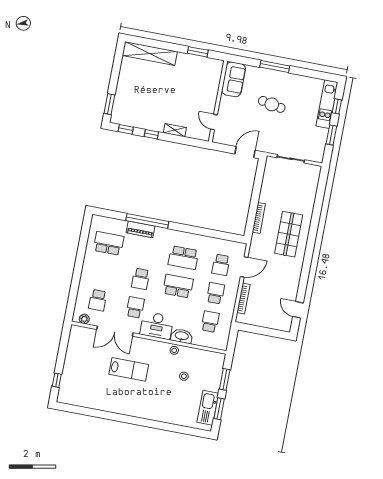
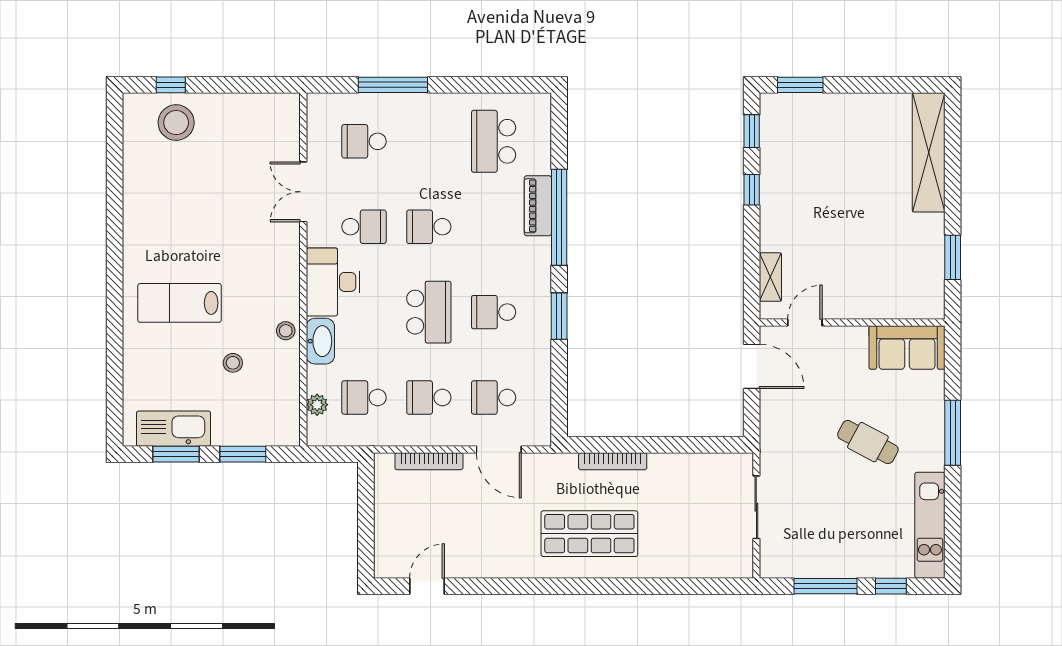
cafe table: (272, 104) -> (868, 442), turned -73
kitchen unit: (327, 104) -> (930, 525), moved, turned -90
shelving: (175, 130) -> (770, 277), moved
window: (331, 135) -> (826, 586), width x1.44
door: (245, 152) -> (752, 366), moved
window: (191, 229) -> (559, 316), added
school desk: (109, 243) -> (494, 141), turned 180
school desk: (183, 258) -> (494, 312), width x0.54
window: (75, 283) -> (393, 85), added
school desk: (215, 293) -> (429, 398), turned 180
plant: (84, 319) -> (317, 405), moved
school desk: (210, 322) -> (364, 398), turned 180
double door: (115, 331) -> (303, 192), width x0.73
lab bench: (129, 369) -> (180, 303), moved, turned 90
stool: (74, 381) -> (176, 123), added

